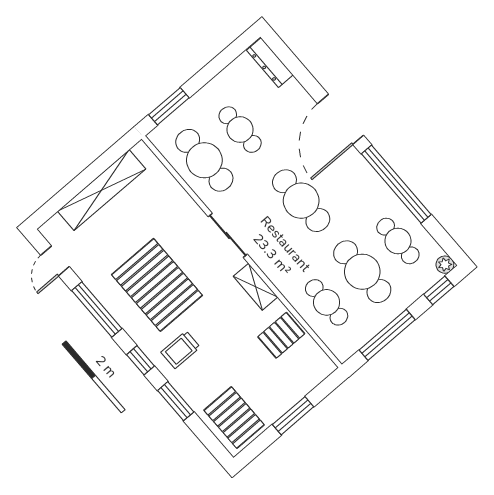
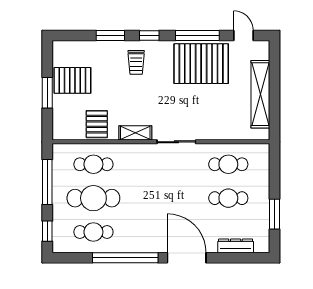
dresser: (270, 62) -> (236, 246), moved
window: (169, 106) -> (274, 214), moved
cafe table: (204, 160) -> (228, 164), width x0.73, depth x0.74
cafe table: (301, 201) -> (161, 198), removed
plant: (445, 265) -> (59, 247), removed
pallet: (157, 285) -> (201, 64), moved
trolley: (181, 350) -> (136, 62), turned 180
pallet: (234, 418) -> (72, 80), moved

